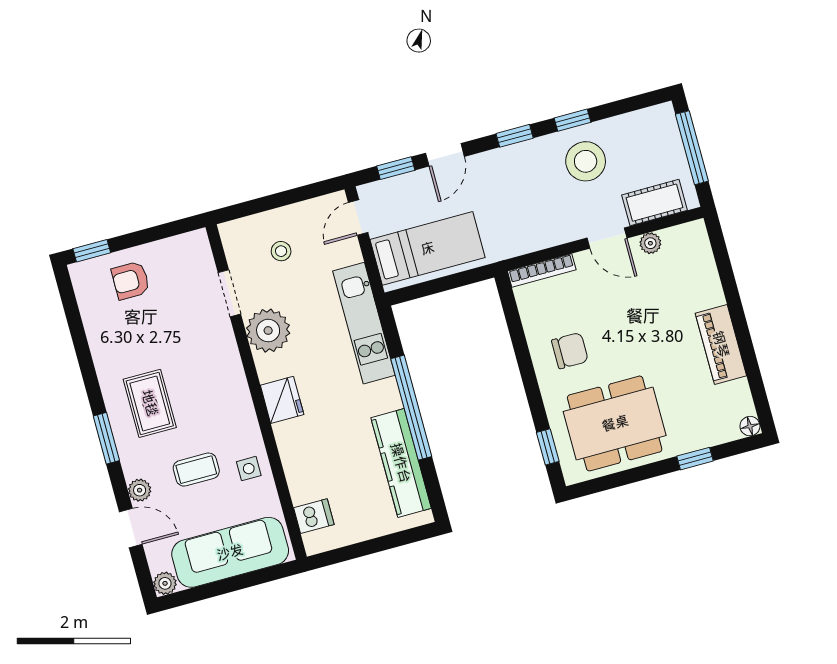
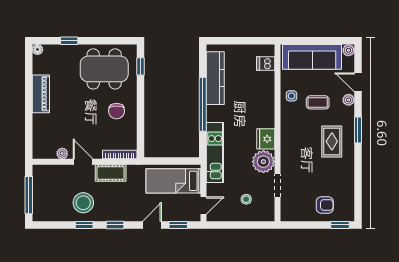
cot: (655, 203) -> (111, 173), moved
chair: (570, 351) -> (117, 111), turned -90
fridge: (282, 400) -> (266, 139), moved

